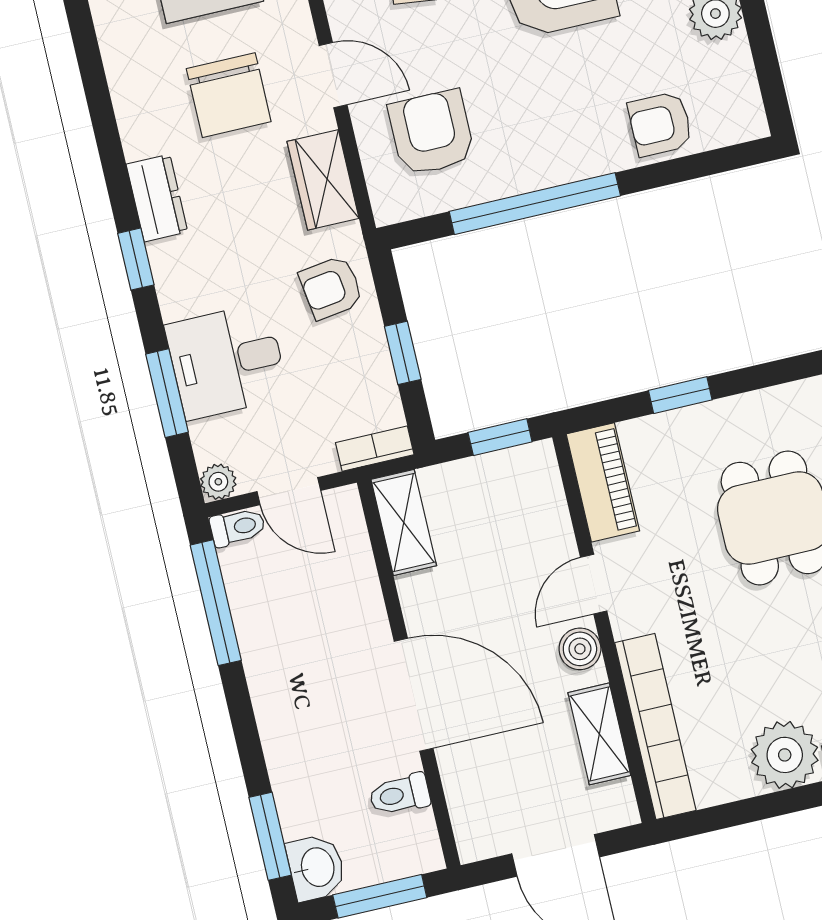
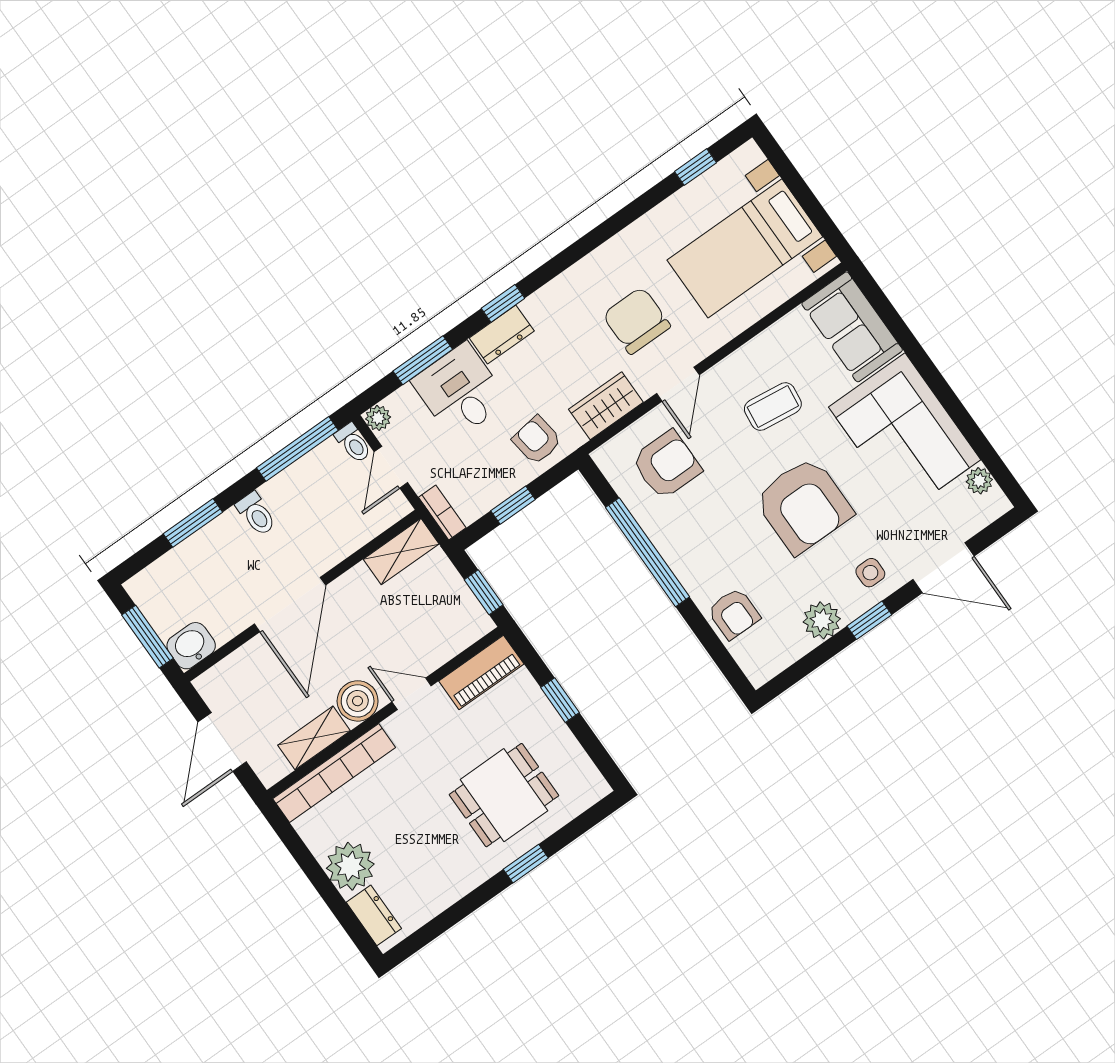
chair: (229, 95) -> (636, 321), turned 90
armchair: (660, 124) -> (734, 614), turned 180
dresser: (157, 198) -> (502, 334), moved
boiler: (580, 649) -> (358, 701), width x1.36, depth x1.36
toilet: (400, 795) -> (256, 514), moved, turned 180
window: (270, 836) -> (193, 523), moved
washbasin: (316, 867) -> (191, 646), moved, turned 180

